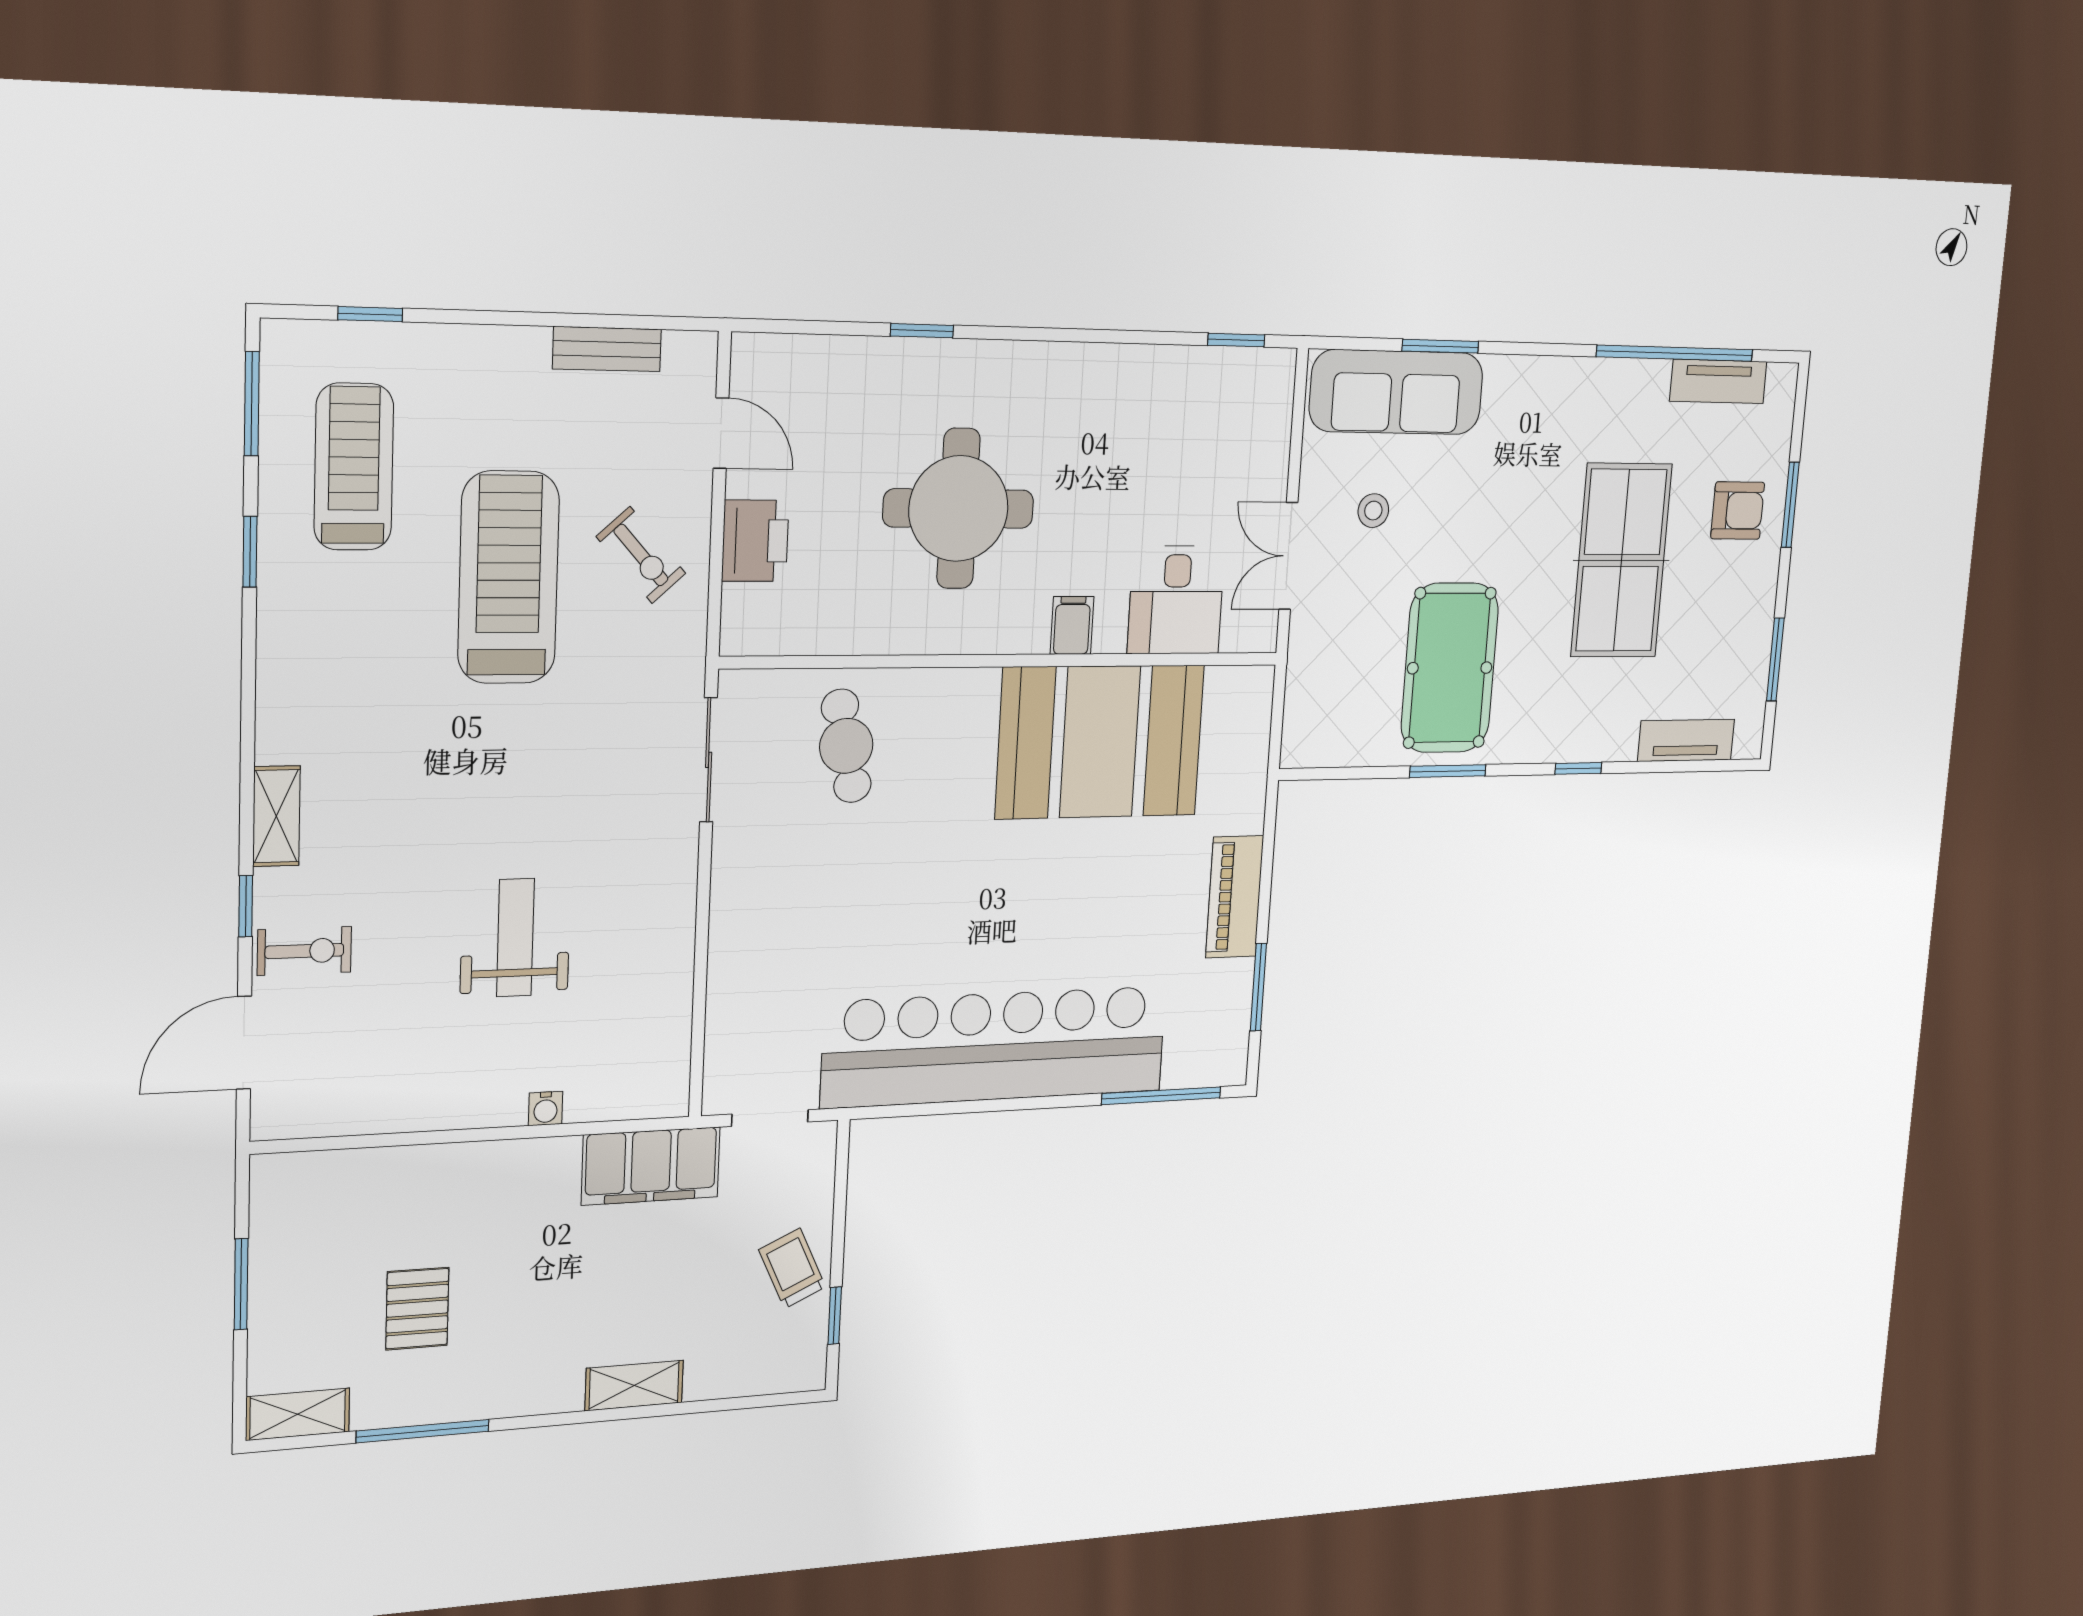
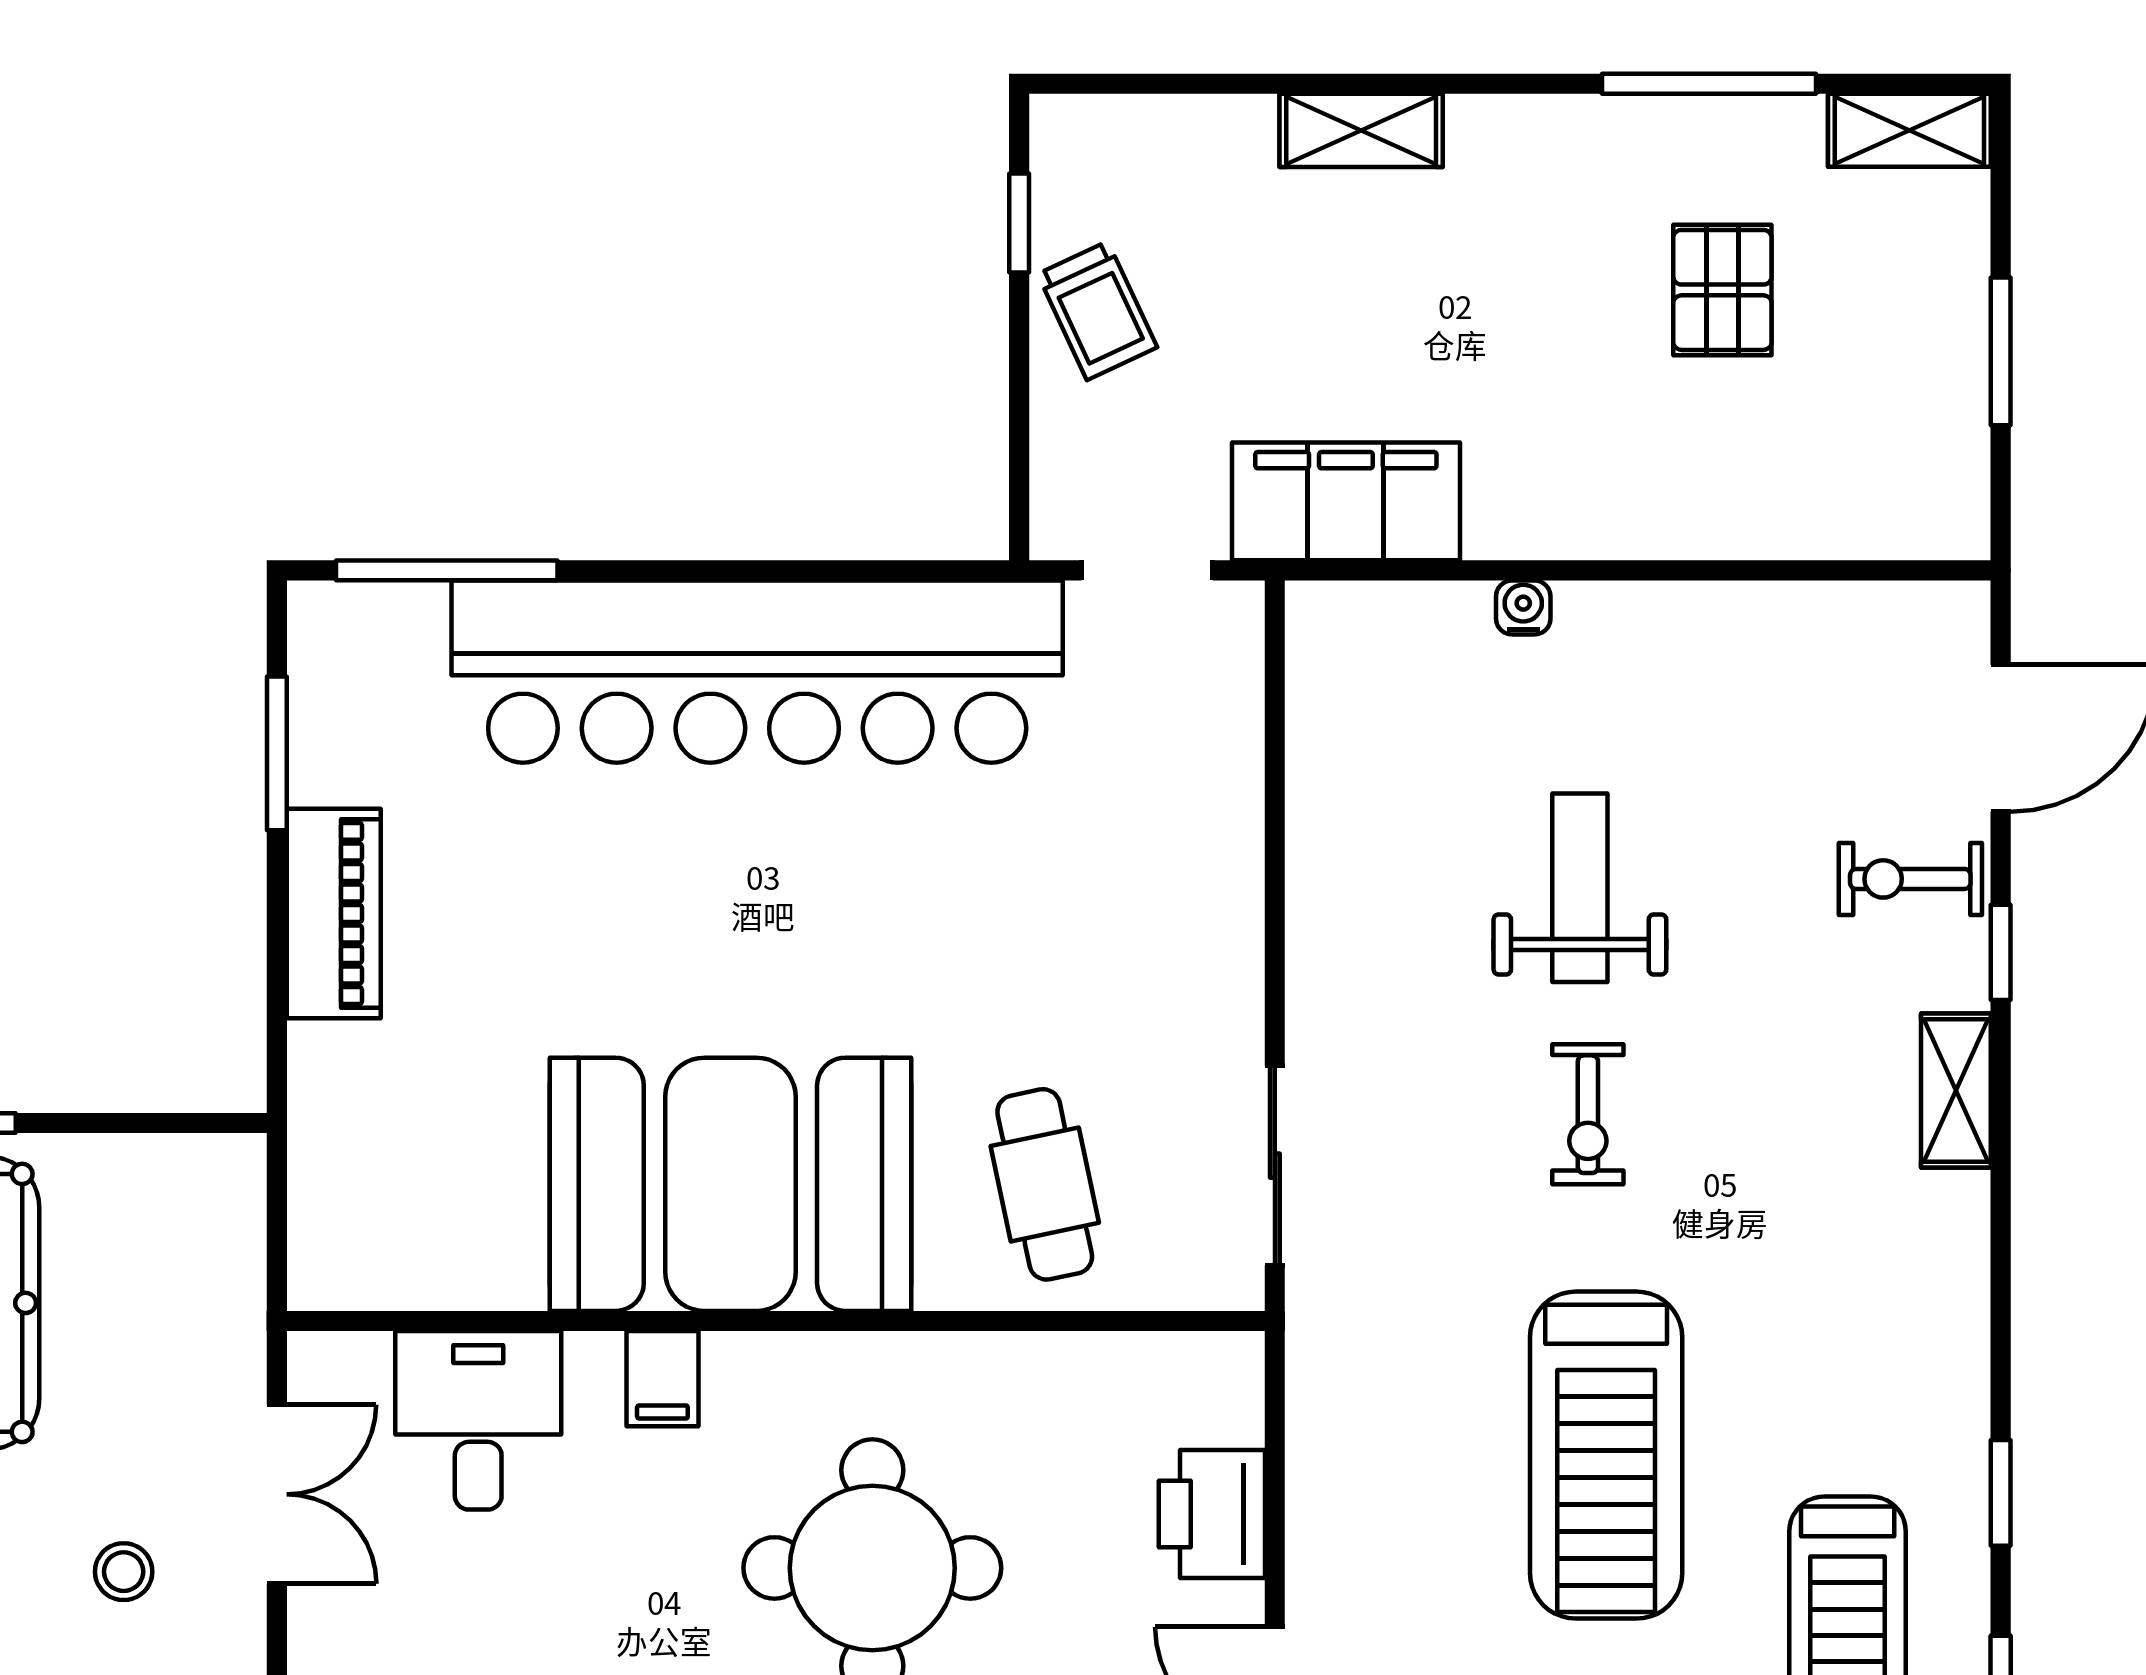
exercise bike: (641, 555) -> (1588, 1114), moved, turned -138
booth: (1100, 742) -> (730, 1184), moved
weight bench: (515, 938) -> (1580, 888), turned 180

